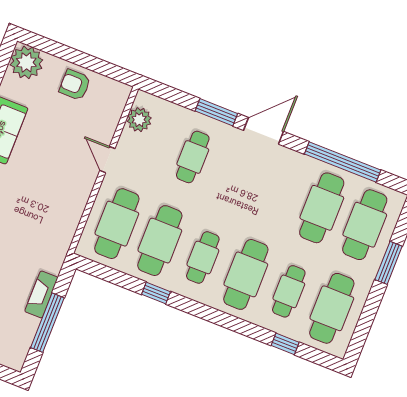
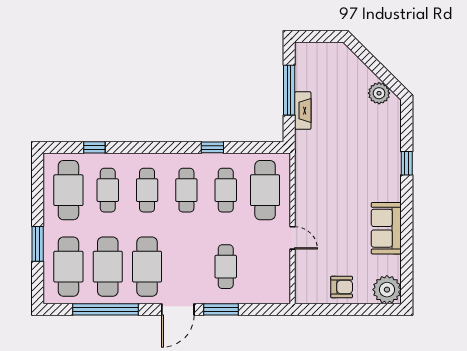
plant: (139, 120) -> (280, 280), removed
cafe table: (279, 191) -> (147, 267), added
cafe table: (160, 241) -> (226, 190), width x0.73, depth x0.74
cafe table: (246, 274) -> (147, 190), width x0.73, depth x0.74

